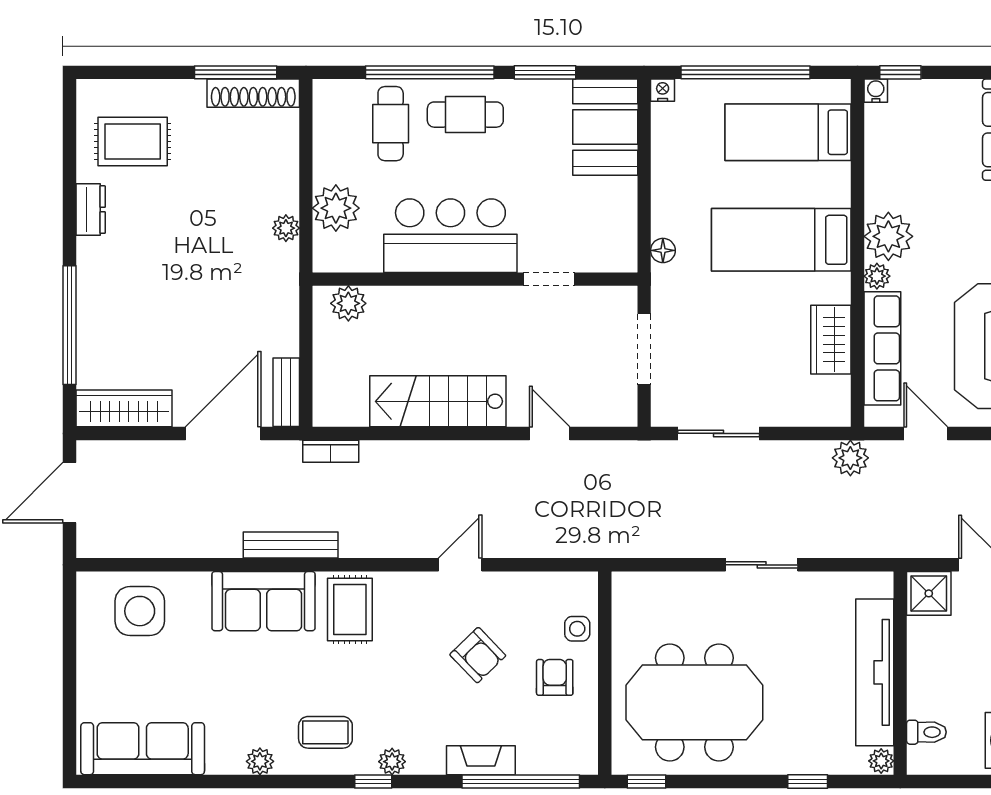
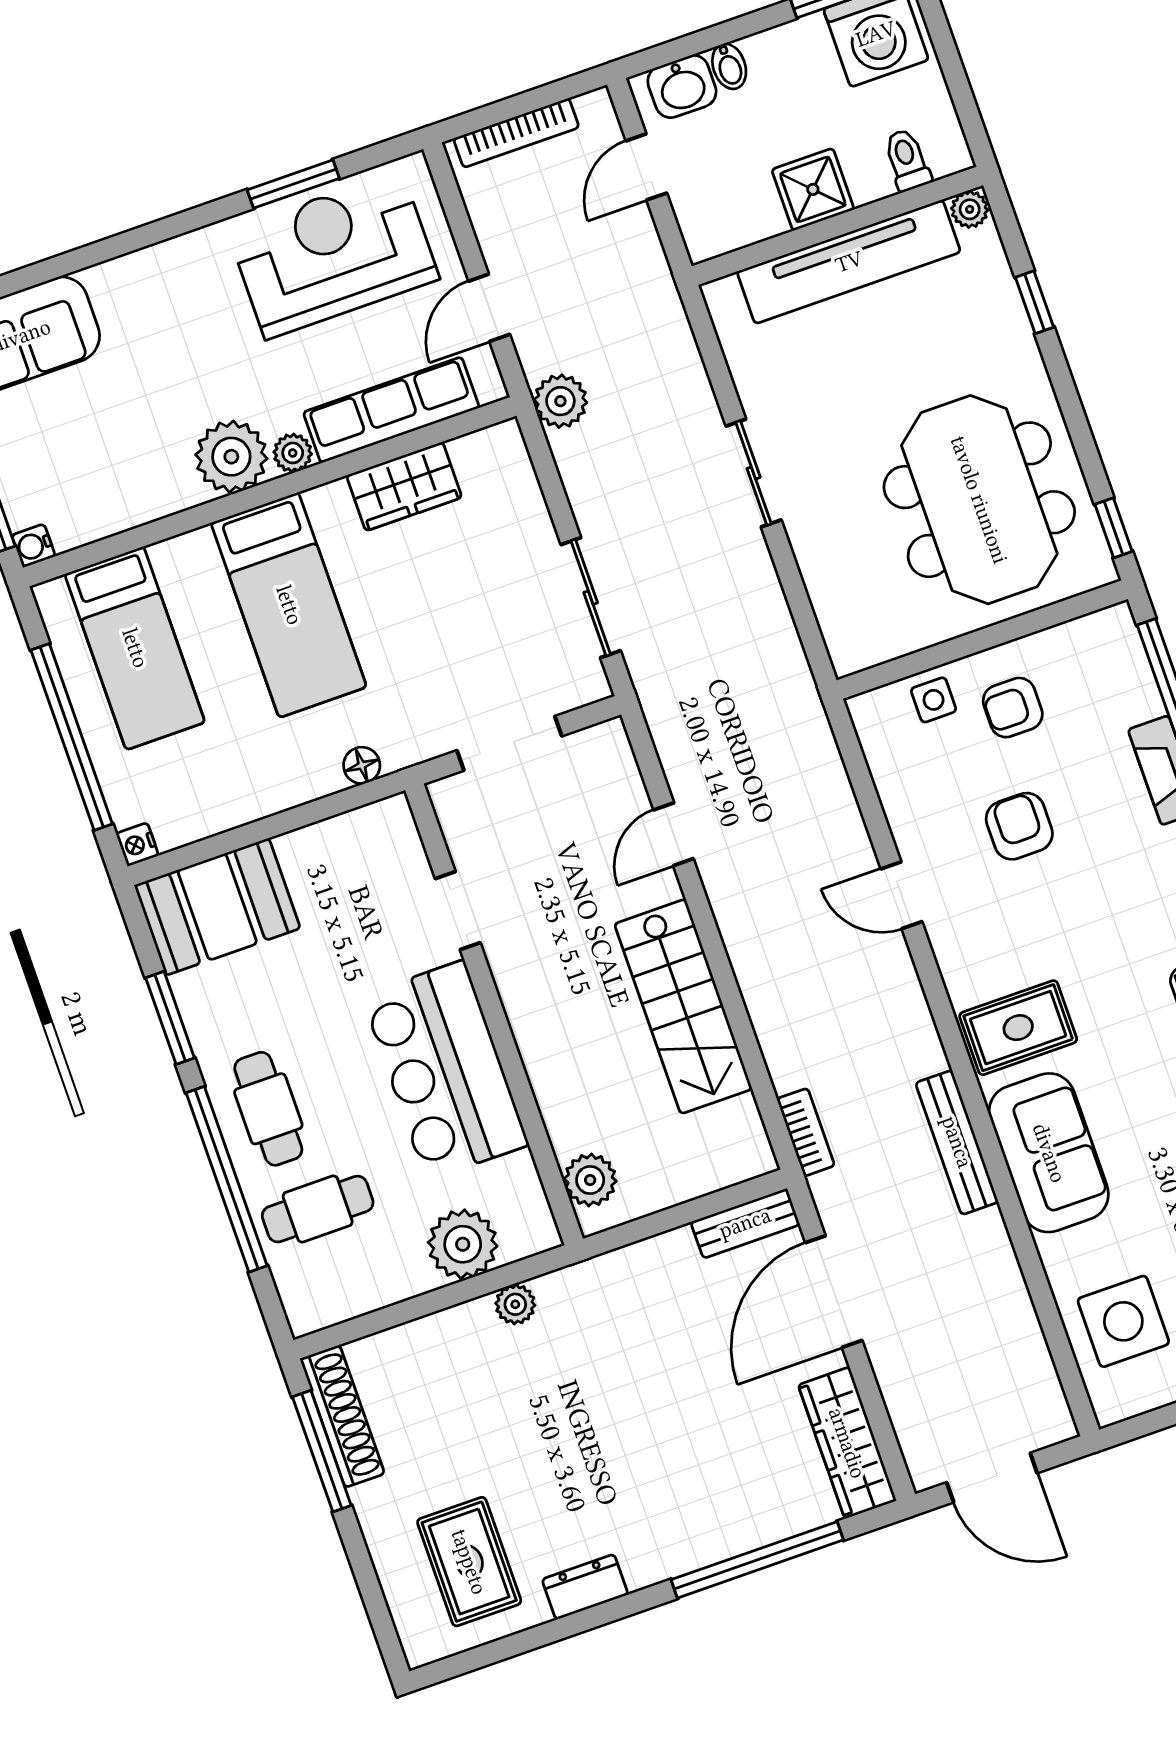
door: (223, 433) -> (834, 1292), hinge flipped
shower: (929, 593) -> (813, 189), moved
armchair: (478, 655) -> (1019, 826), turned -46

